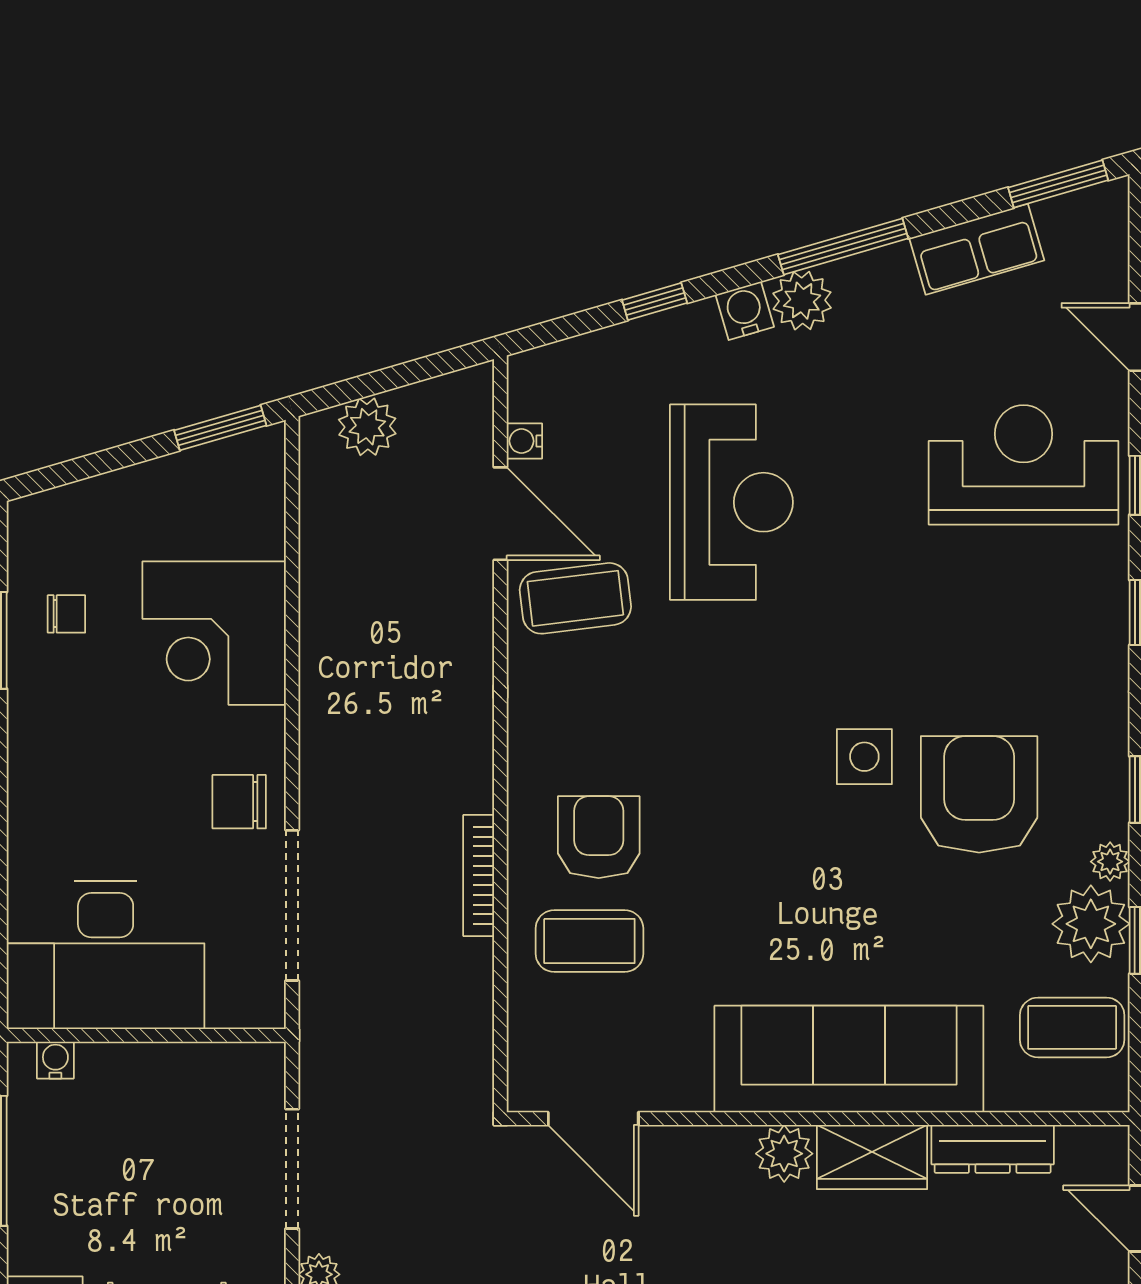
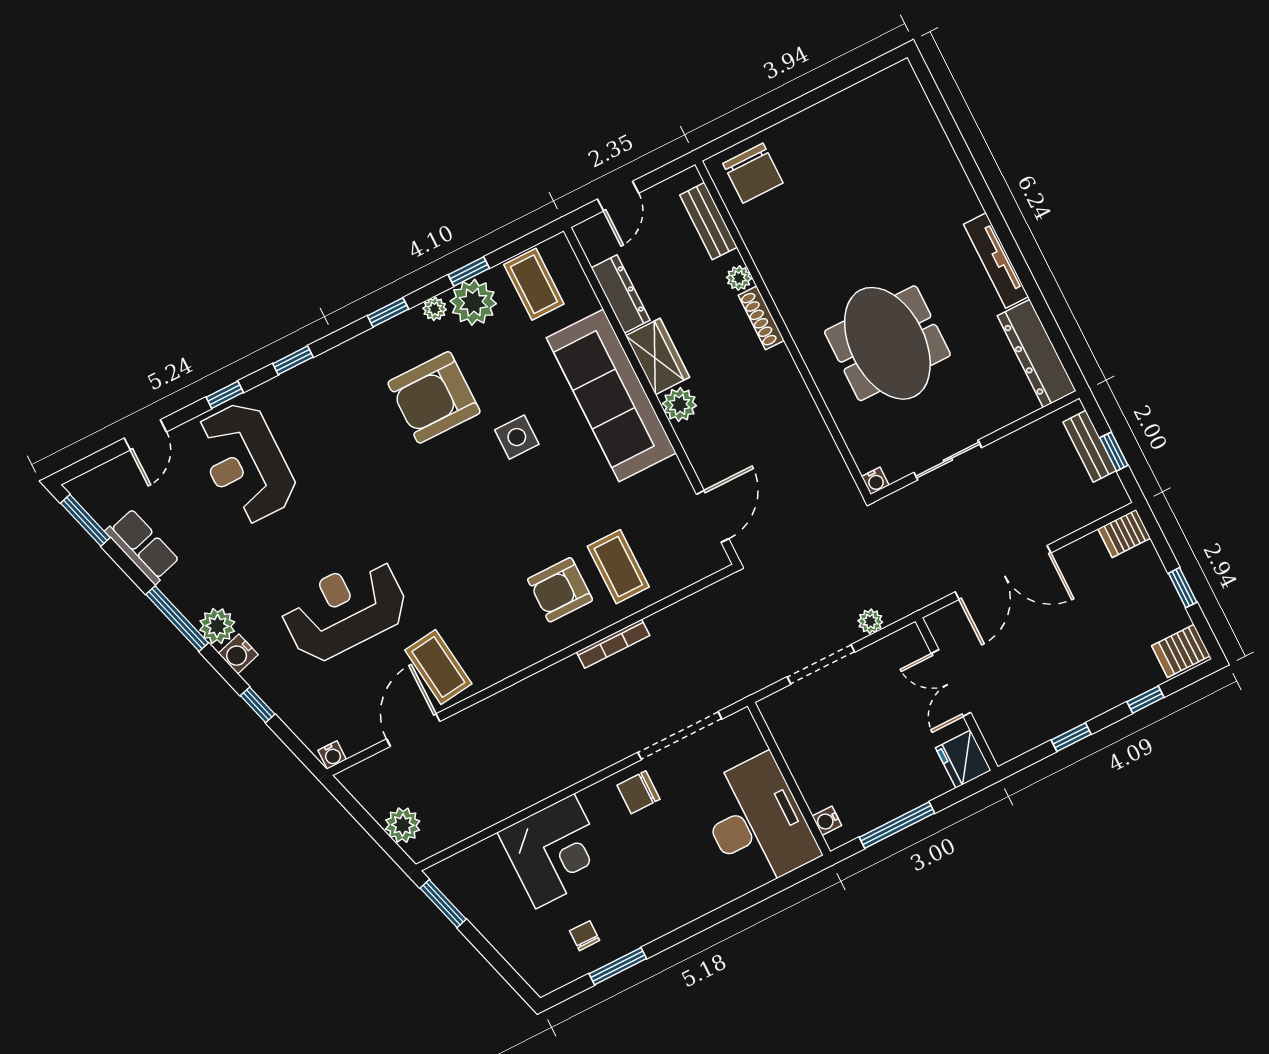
water cooler: (524, 441) -> (332, 755), moved
side table: (864, 757) -> (517, 437), moved
chair: (239, 802) -> (638, 792), turned 90

